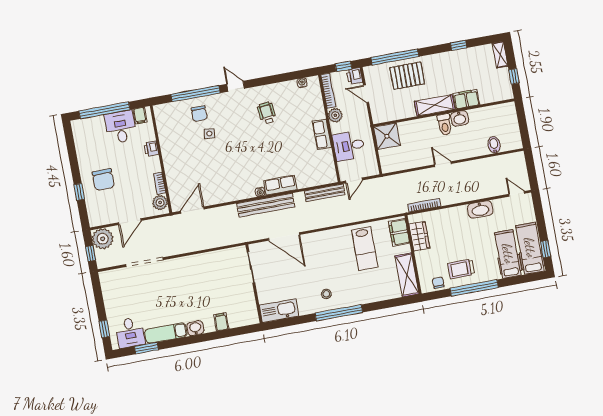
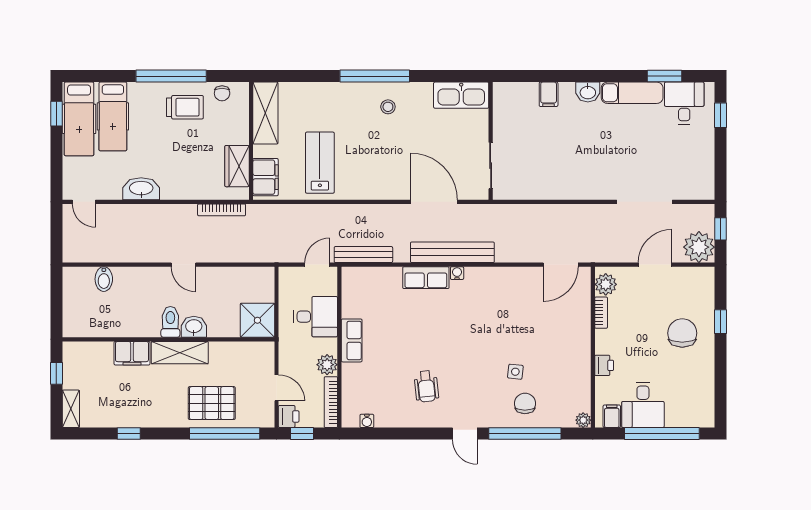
plant: (158, 110) -> (583, 420), added
washbasin: (460, 118) -> (194, 327), moved

